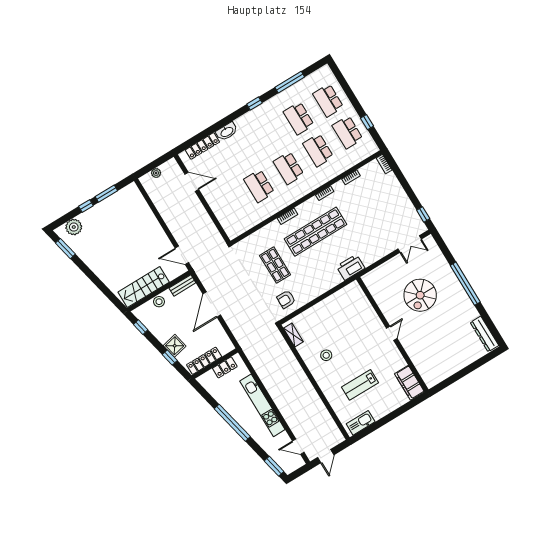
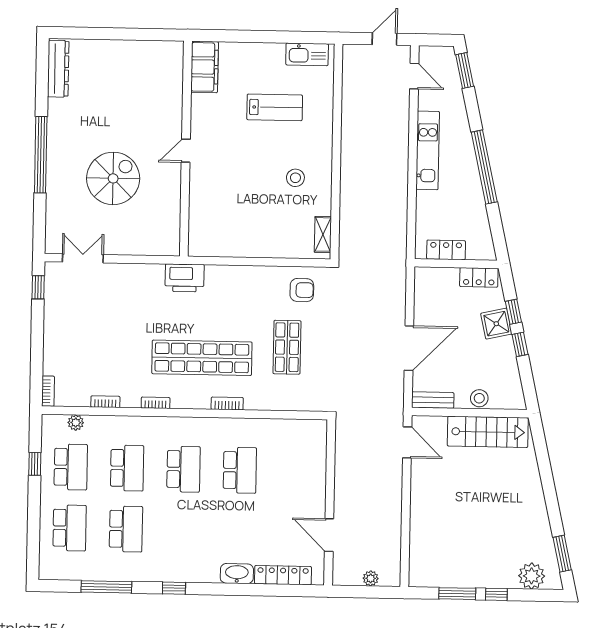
plant: (359, 157) -> (76, 423), added
window: (141, 327) -> (520, 344), moved
locker: (204, 361) -> (479, 277), width x0.66
kitchen unit: (262, 405) -> (428, 150), width x0.73

